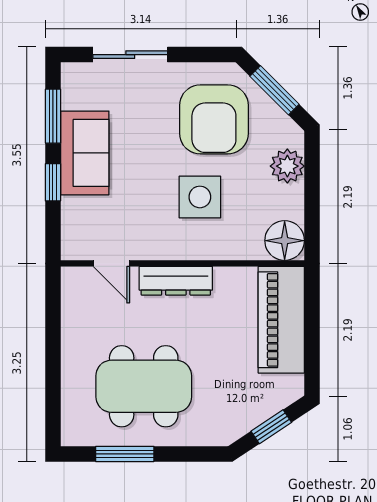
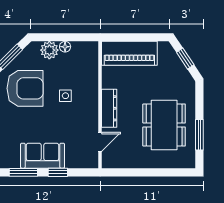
side table: (200, 197) -> (65, 96), width x0.54, depth x0.54
floor lamp: (285, 241) -> (65, 47), moved, width x0.53, depth x0.53

